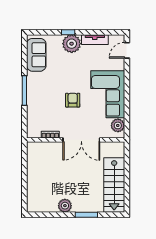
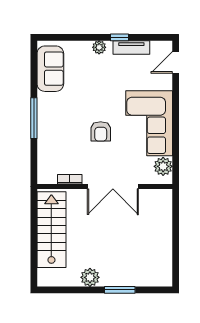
window: (68, 32) -> (119, 37), moved
plant: (72, 44) -> (99, 47), width x0.53, depth x0.53
armchair: (73, 100) -> (101, 131), turned 180
stairs: (114, 185) -> (51, 230), moved, turned 180

